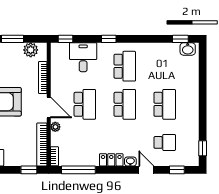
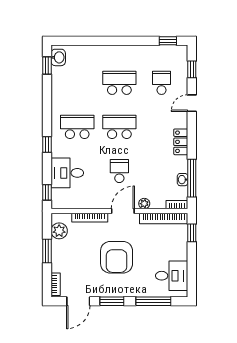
school desk: (85, 104) -> (119, 171), width x0.54
washbasin: (130, 161) -> (183, 180), moved

